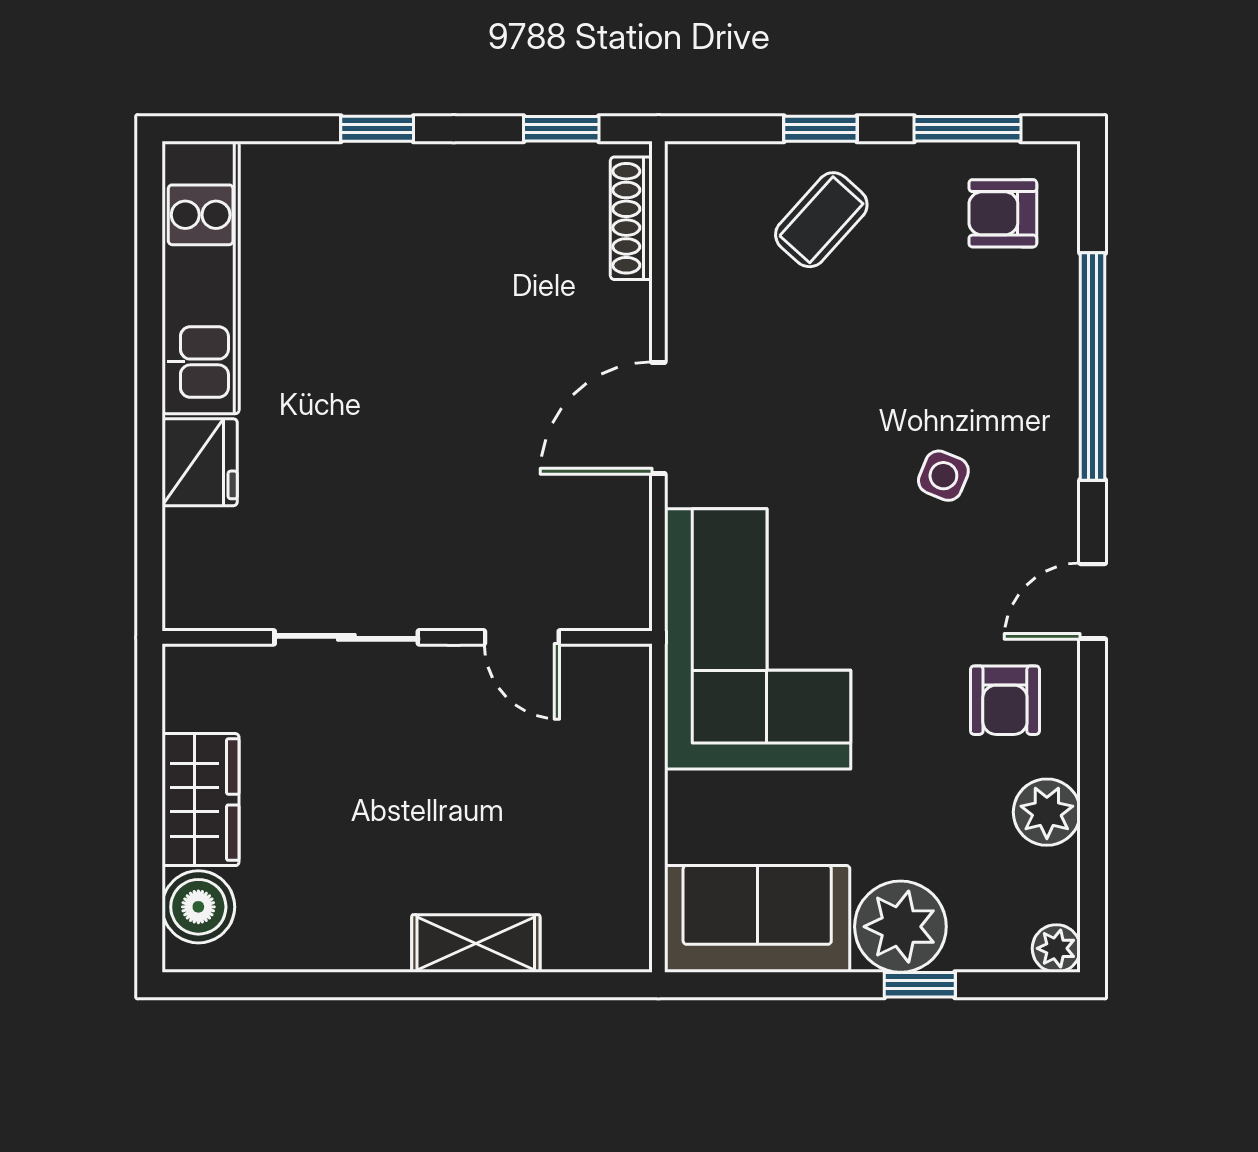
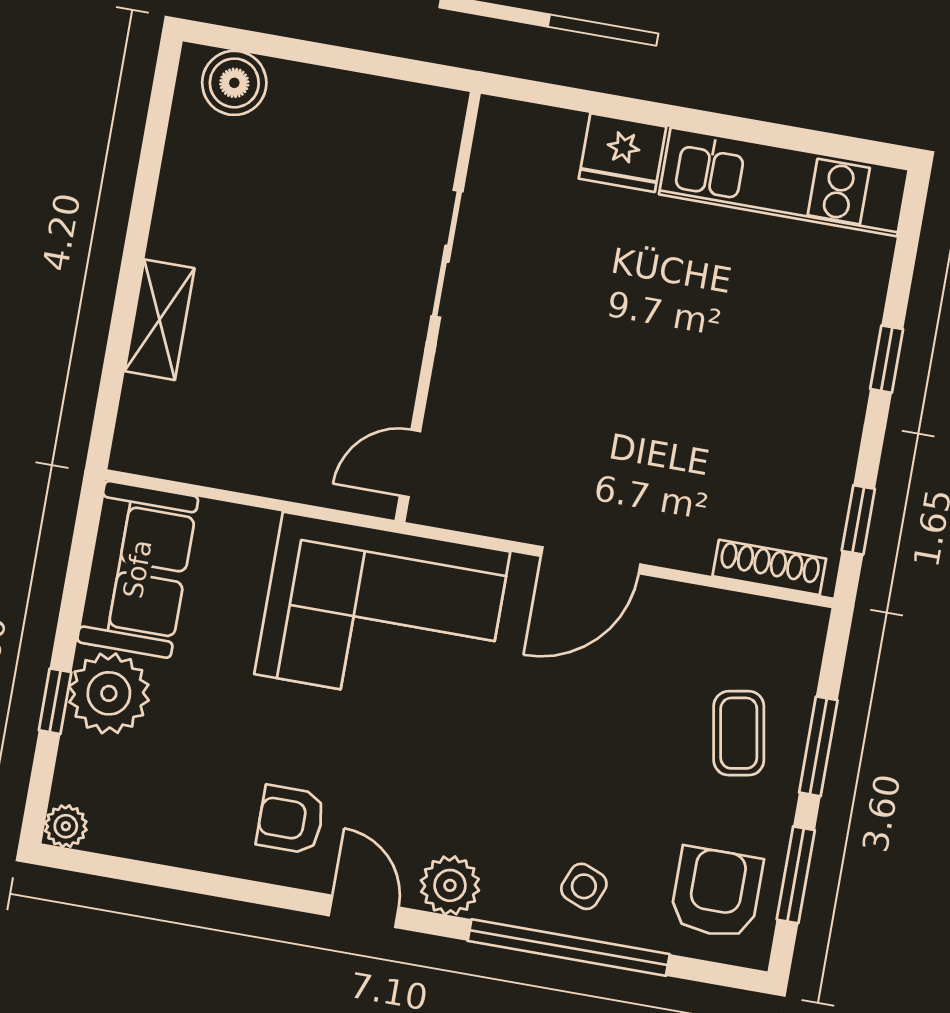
window: (820, 129) -> (818, 746), width x1.50
armchair: (1003, 213) -> (716, 893), width x1.38, depth x1.38
coffee table: (821, 220) -> (739, 733), turned 38
door: (658, 418) -> (591, 560), swing flipped
side table: (943, 476) -> (584, 886), moved
door: (522, 637) -> (410, 463), moved
wardrobe: (201, 800) -> (328, 101), removed
plant: (1047, 812) -> (450, 885), moved

